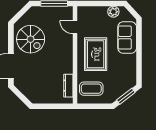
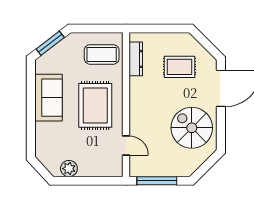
sofa: (127, 38) -> (48, 98), moved
rug: (39, 80) -> (179, 67), added

